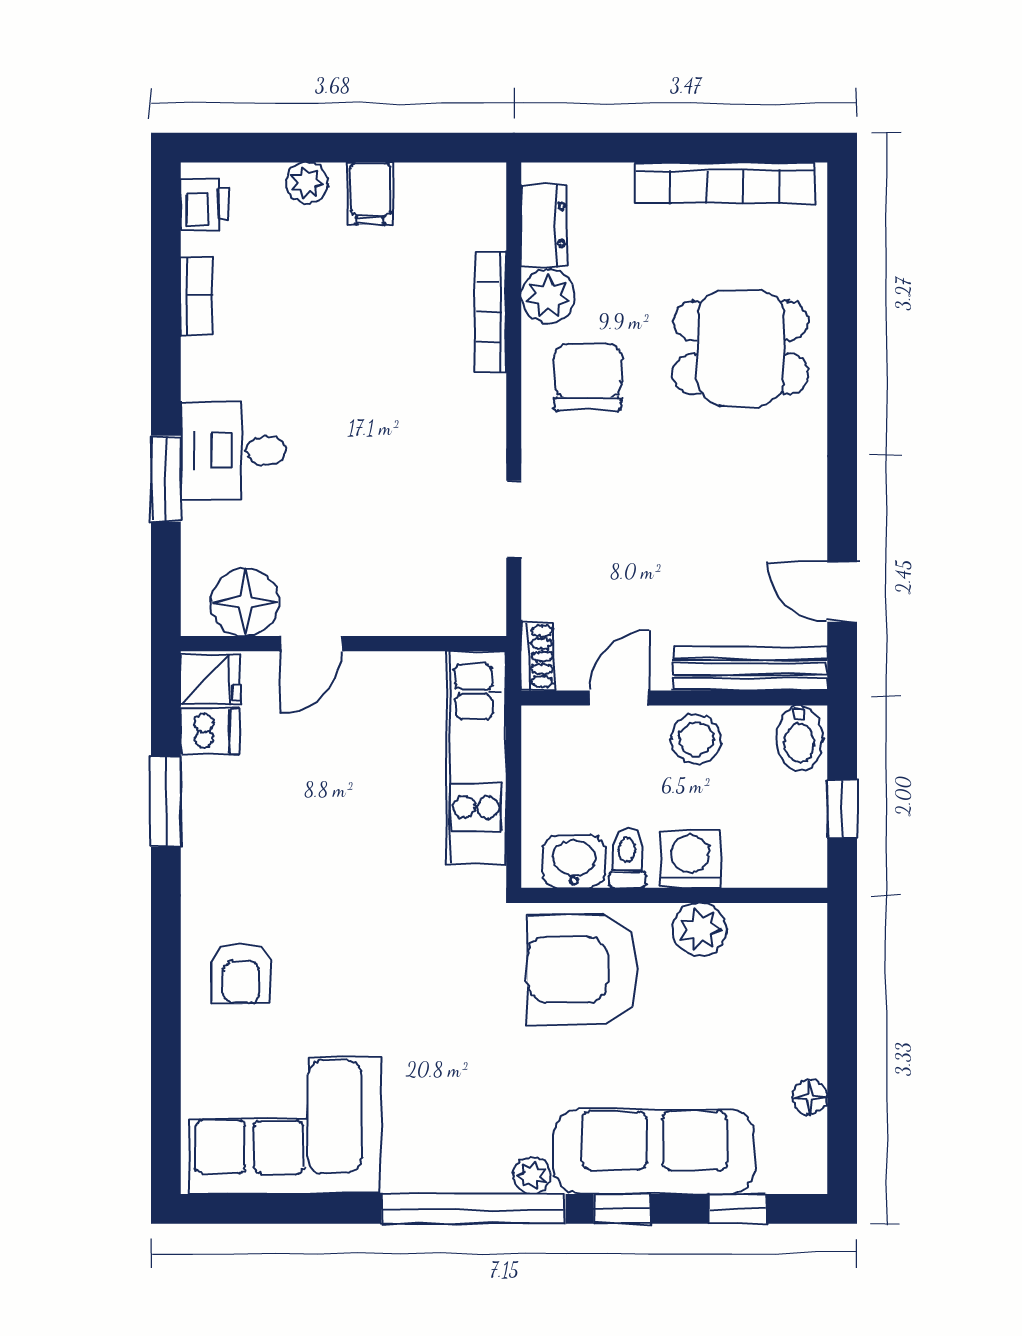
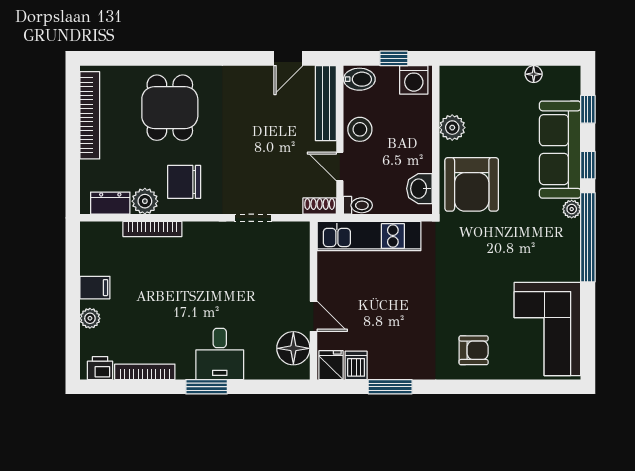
bookcase: (197, 296) -> (145, 372), width x1.56
window: (166, 479) -> (207, 387), moved
toilet: (627, 858) -> (358, 205), moved, turned 180
washing machine: (690, 859) -> (414, 80), moved, turned -90

